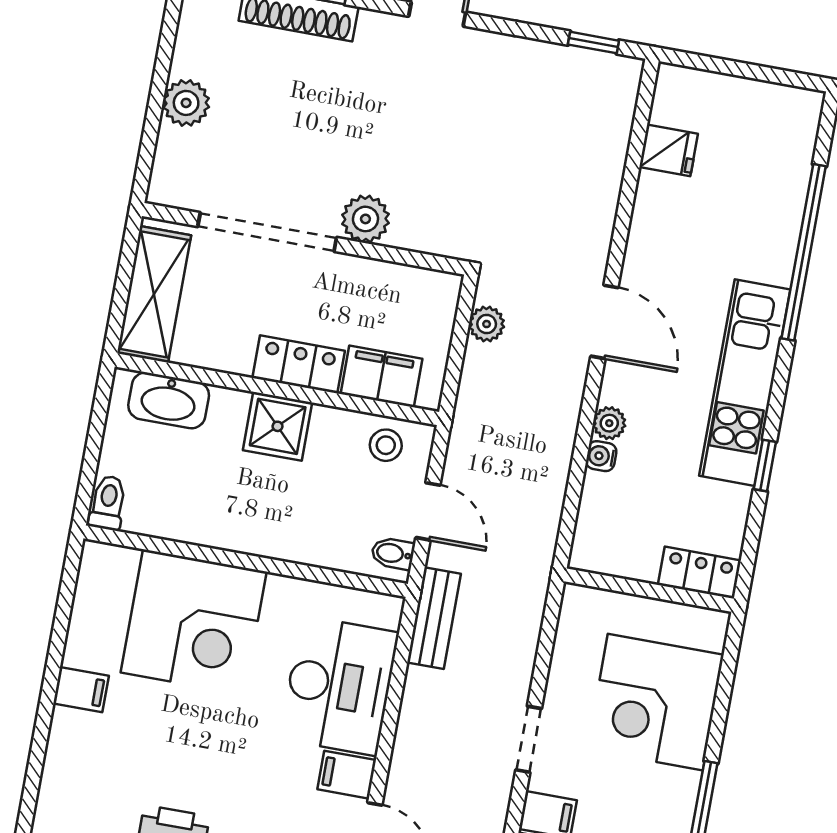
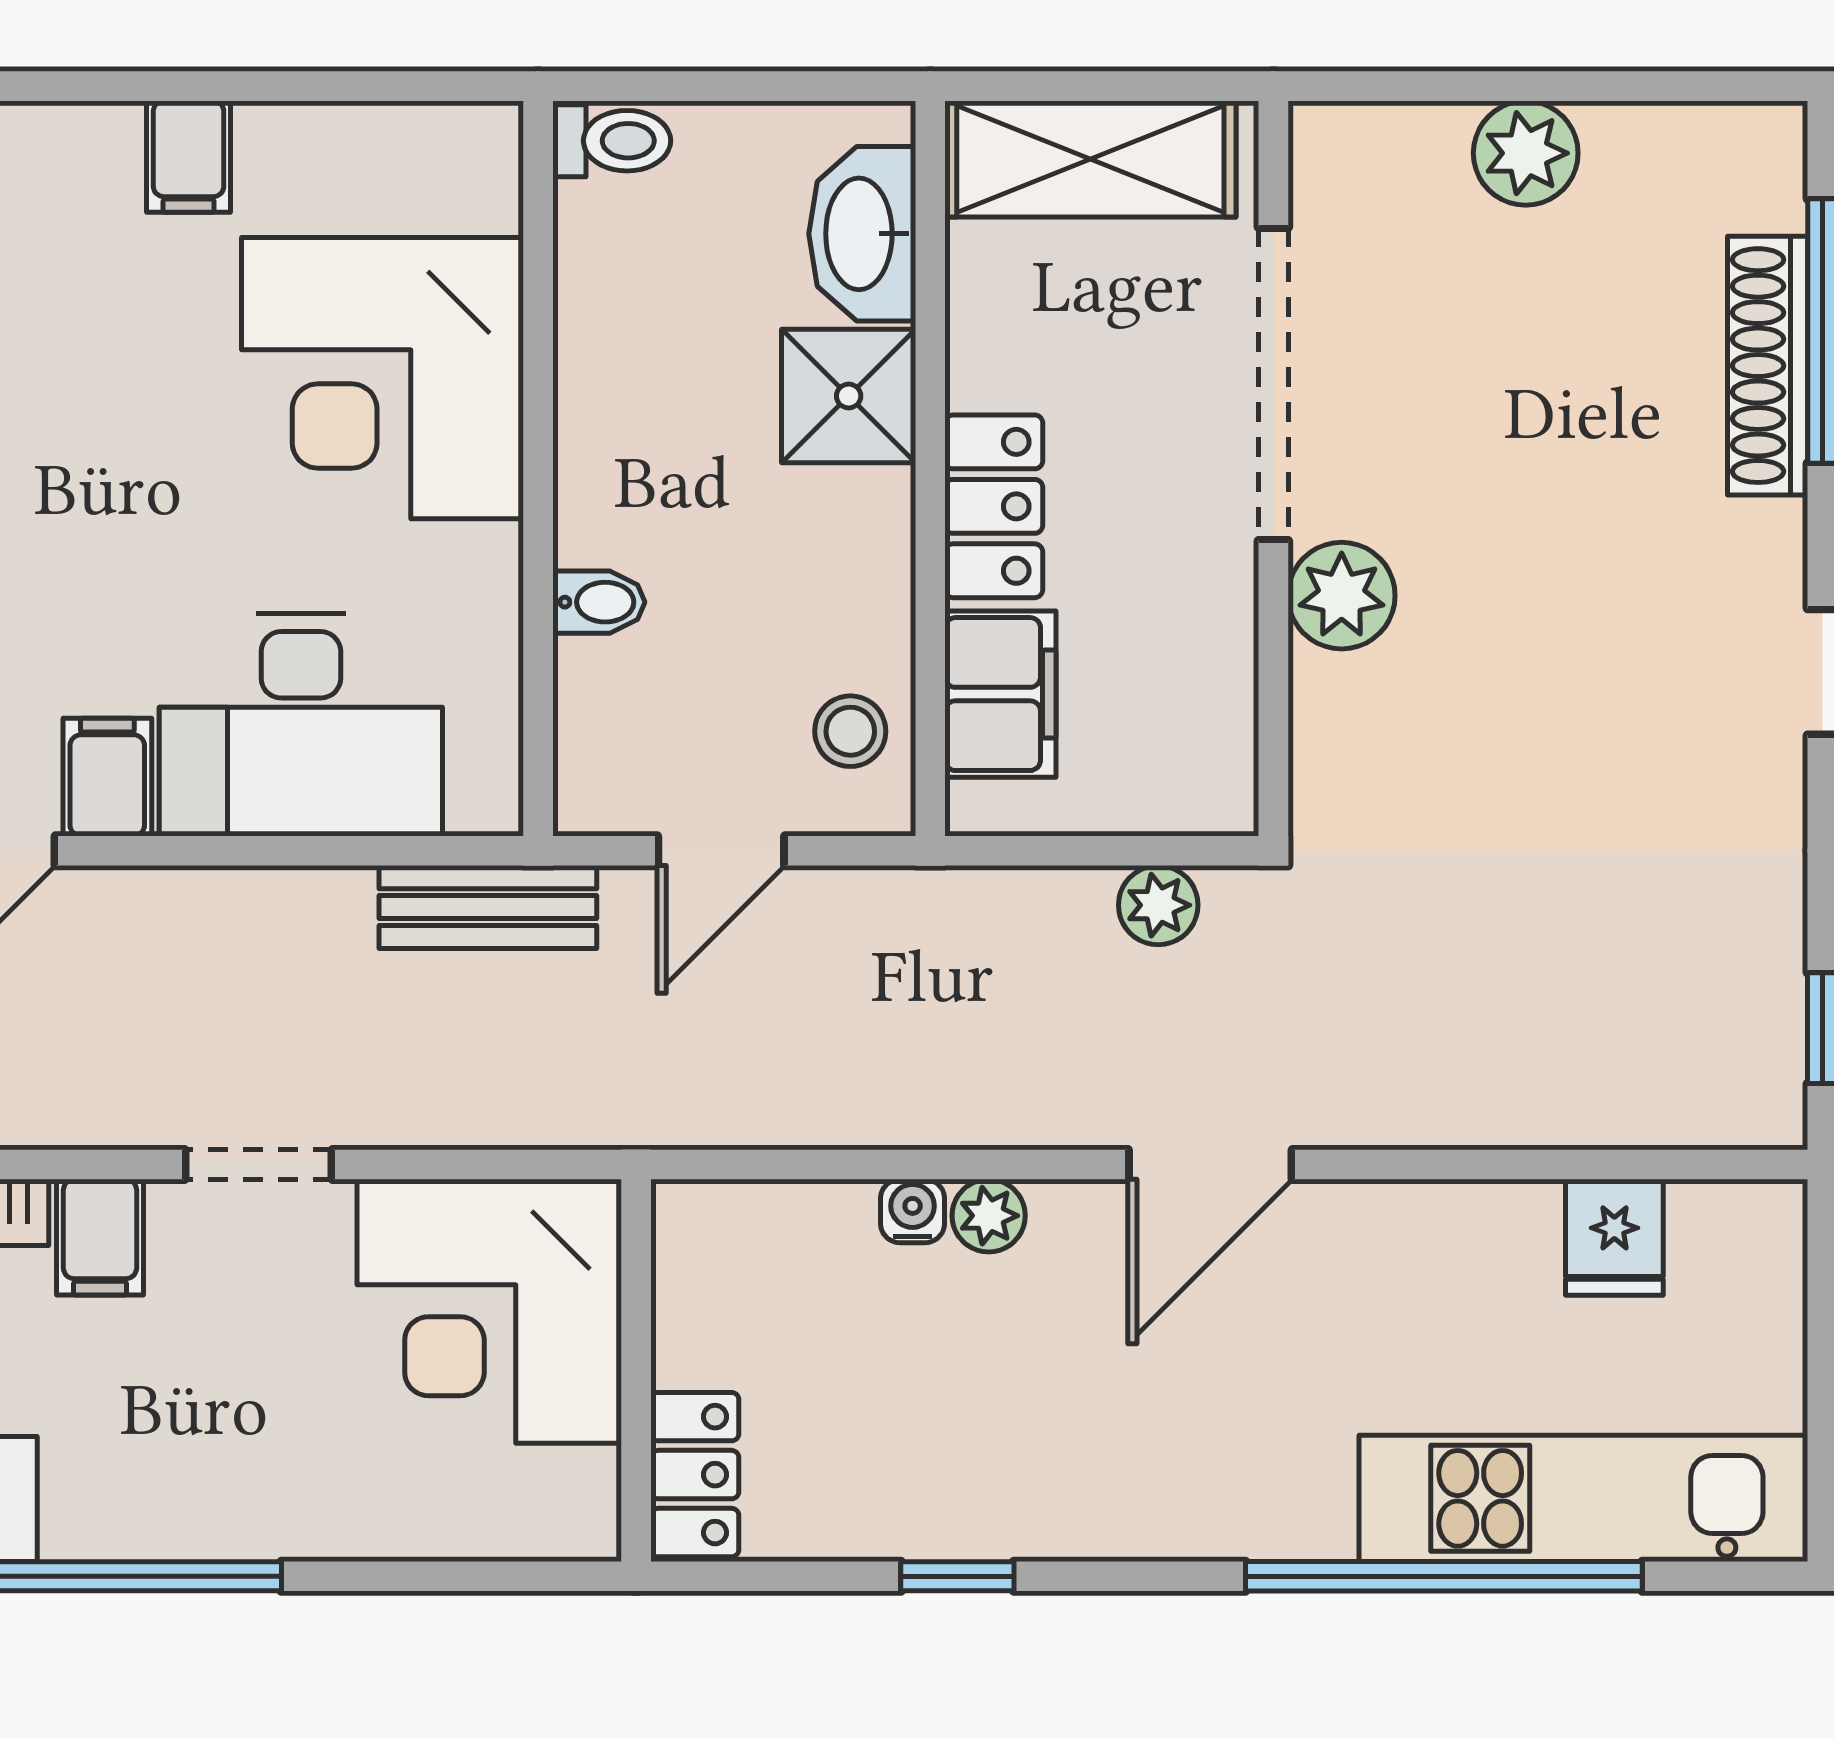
kitchen unit: (745, 383) -> (1583, 1498), moved
shower: (278, 426) -> (849, 396), moved
bidet: (393, 553) -> (599, 602), moved, turned 90
corner desk: (655, 702) -> (489, 1311), moved, turned -90

